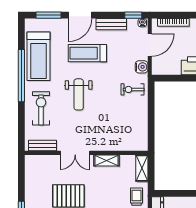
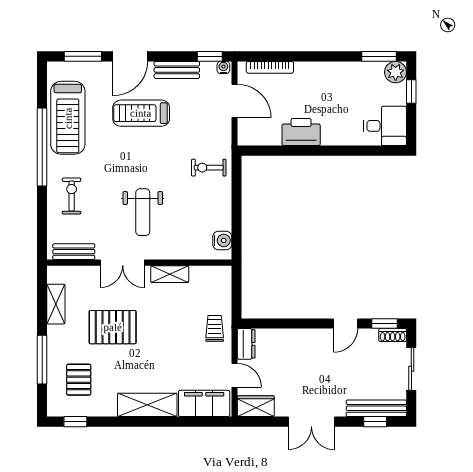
door: (150, 45) -> (235, 101), hinge flipped
water cooler: (142, 67) -> (222, 240), moved
weight bench: (79, 94) -> (143, 212), moved
exercise bike: (41, 108) -> (72, 196), width x0.73, depth x0.72
shelving: (142, 168) -> (56, 304), moved

